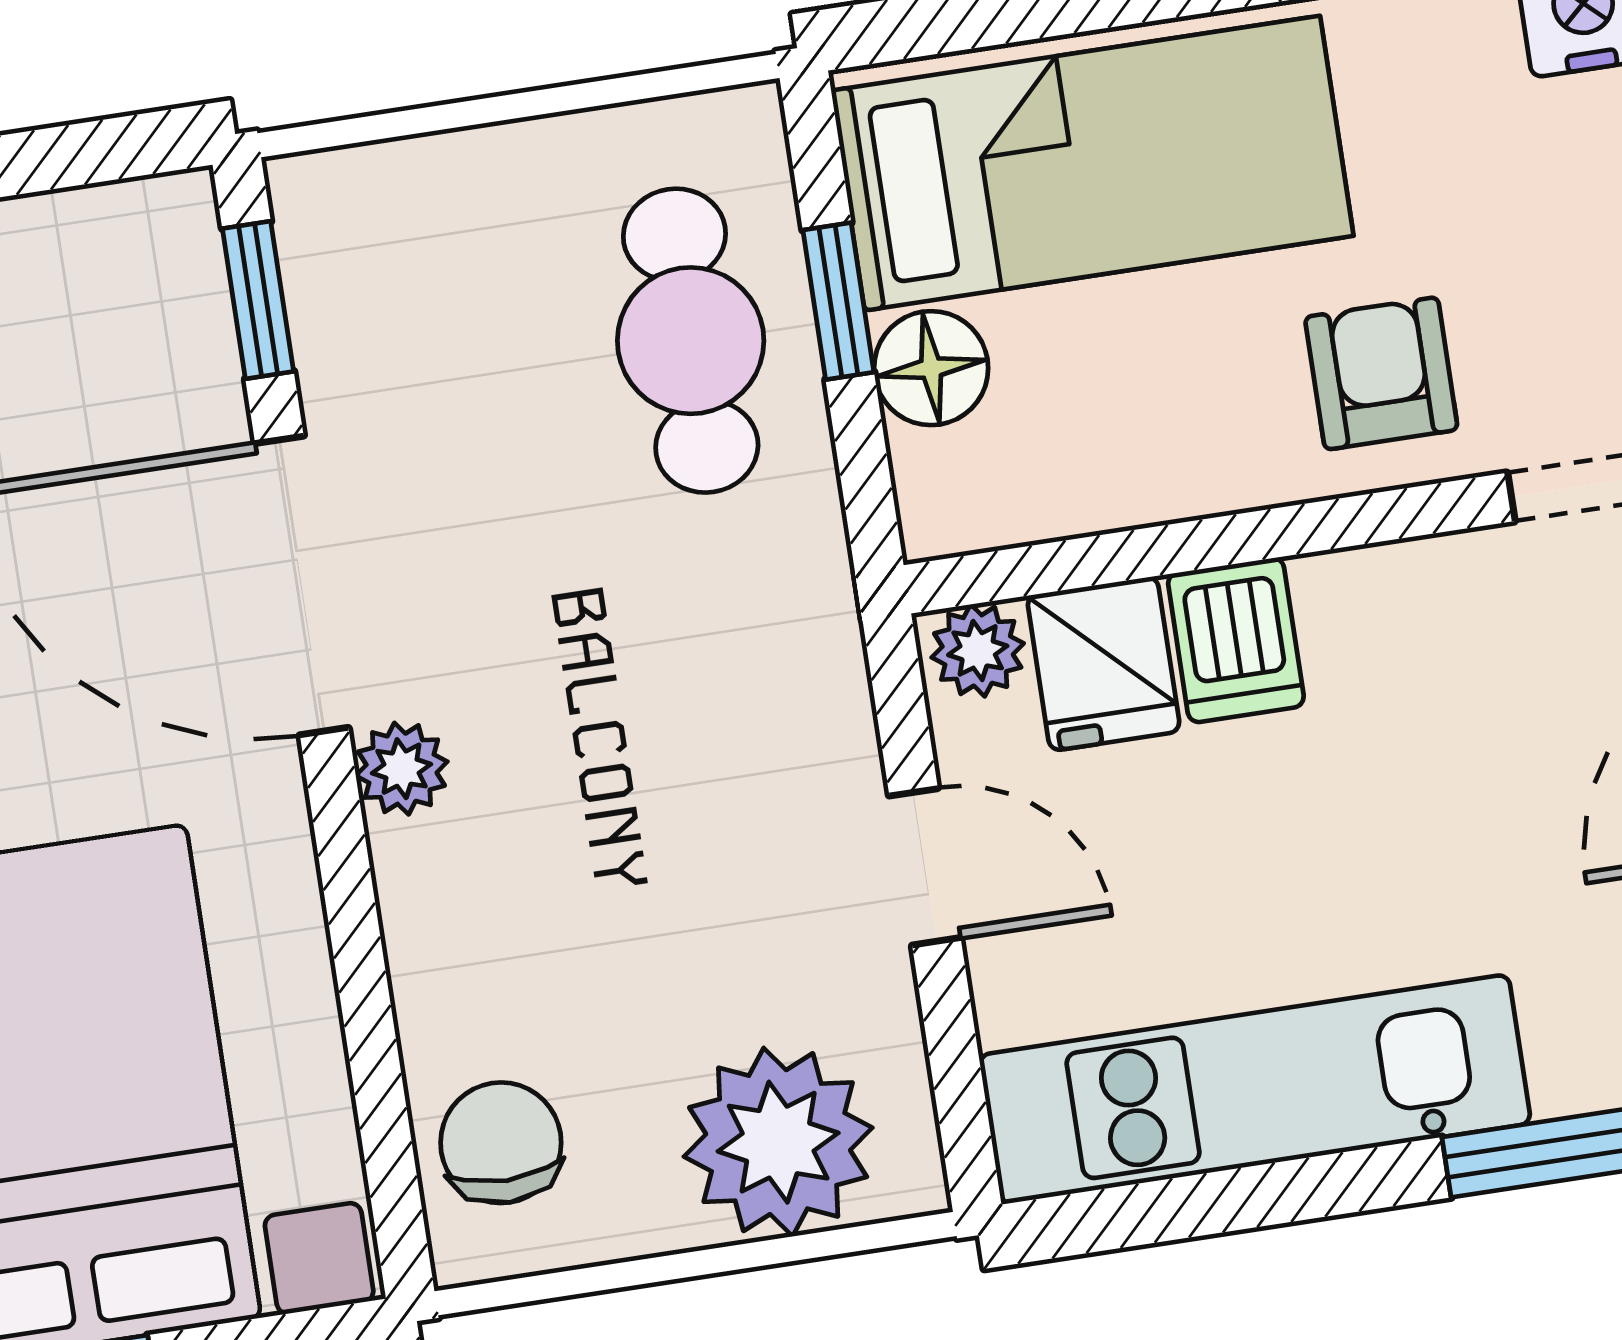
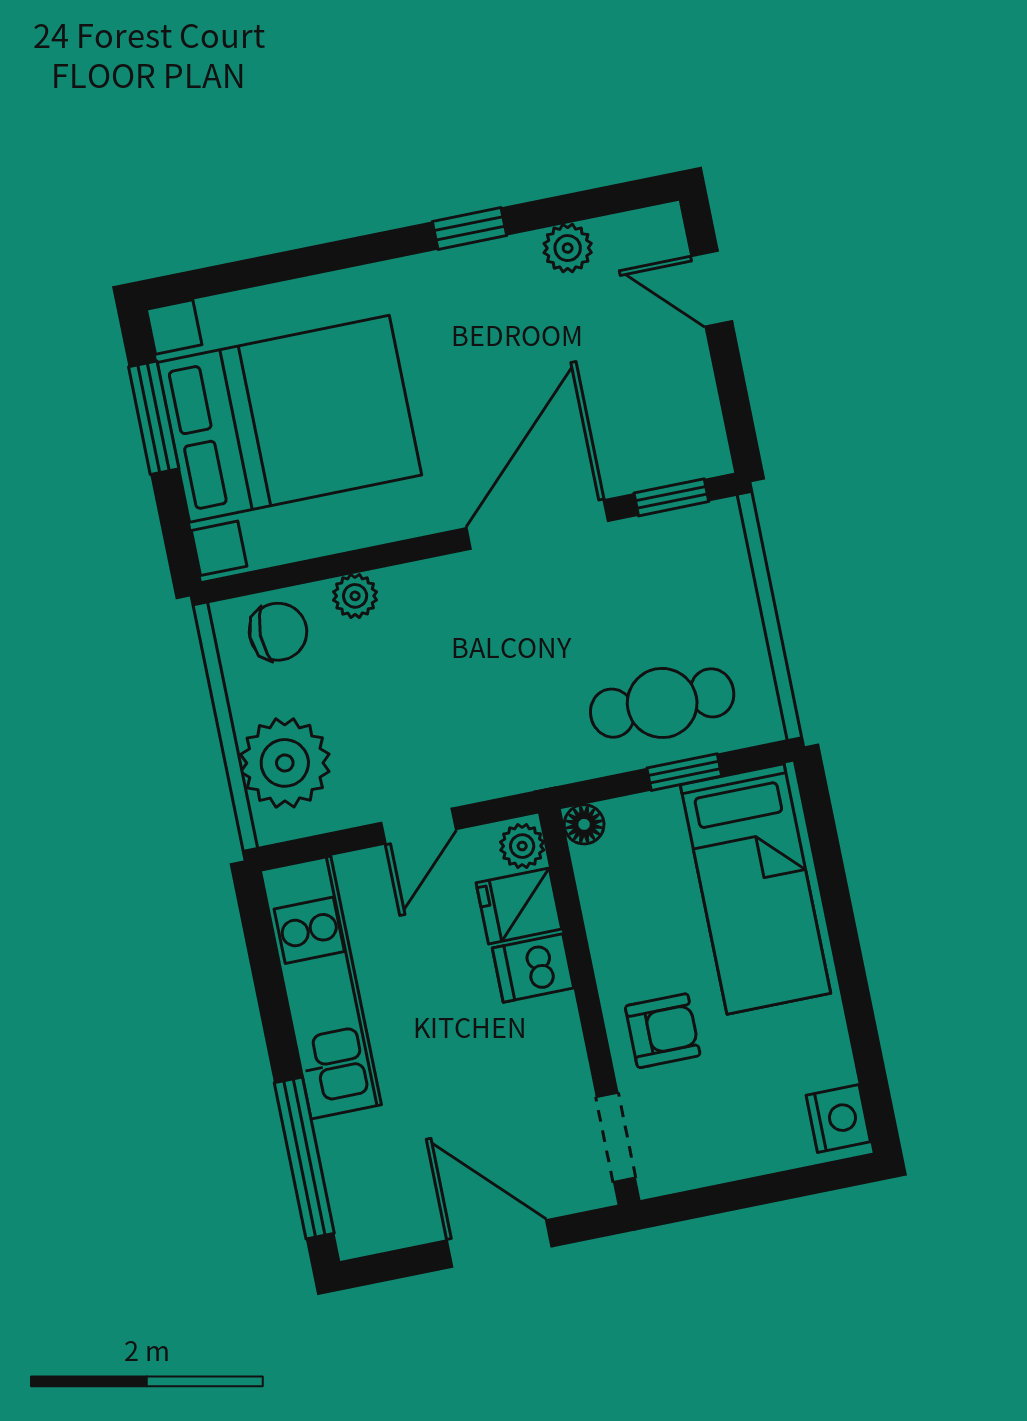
floor lamp: (931, 368) -> (584, 824), moved, width x0.73, depth x0.73
plant: (402, 769) -> (355, 596), moved

